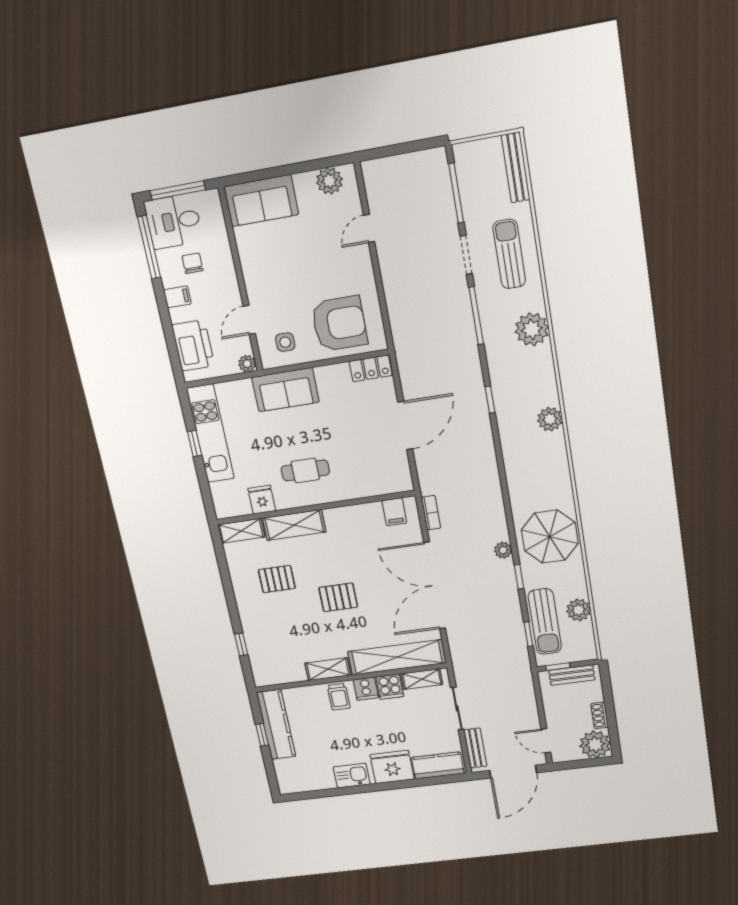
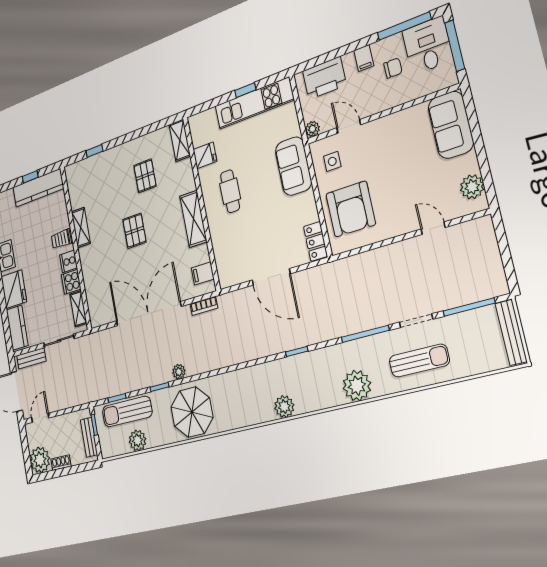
bench: (516, 167) -> (511, 332), moved, turned 90
shelving: (294, 525) -> (193, 219), moved
shelving: (397, 657) -> (93, 286), removed

